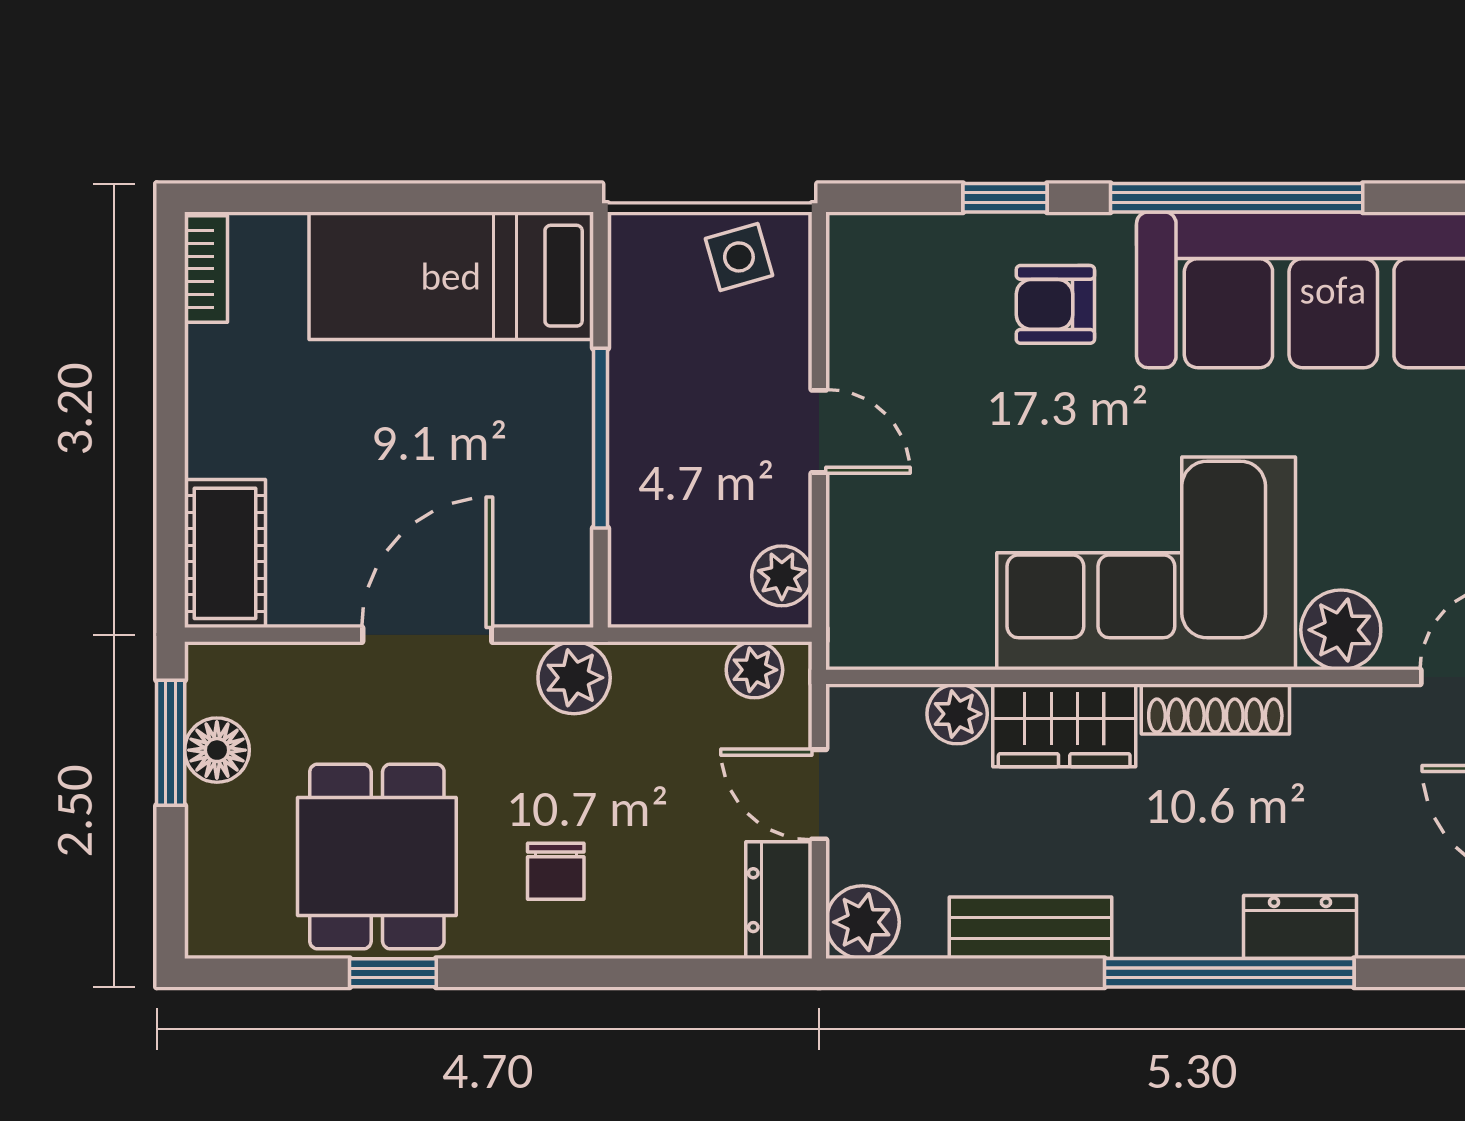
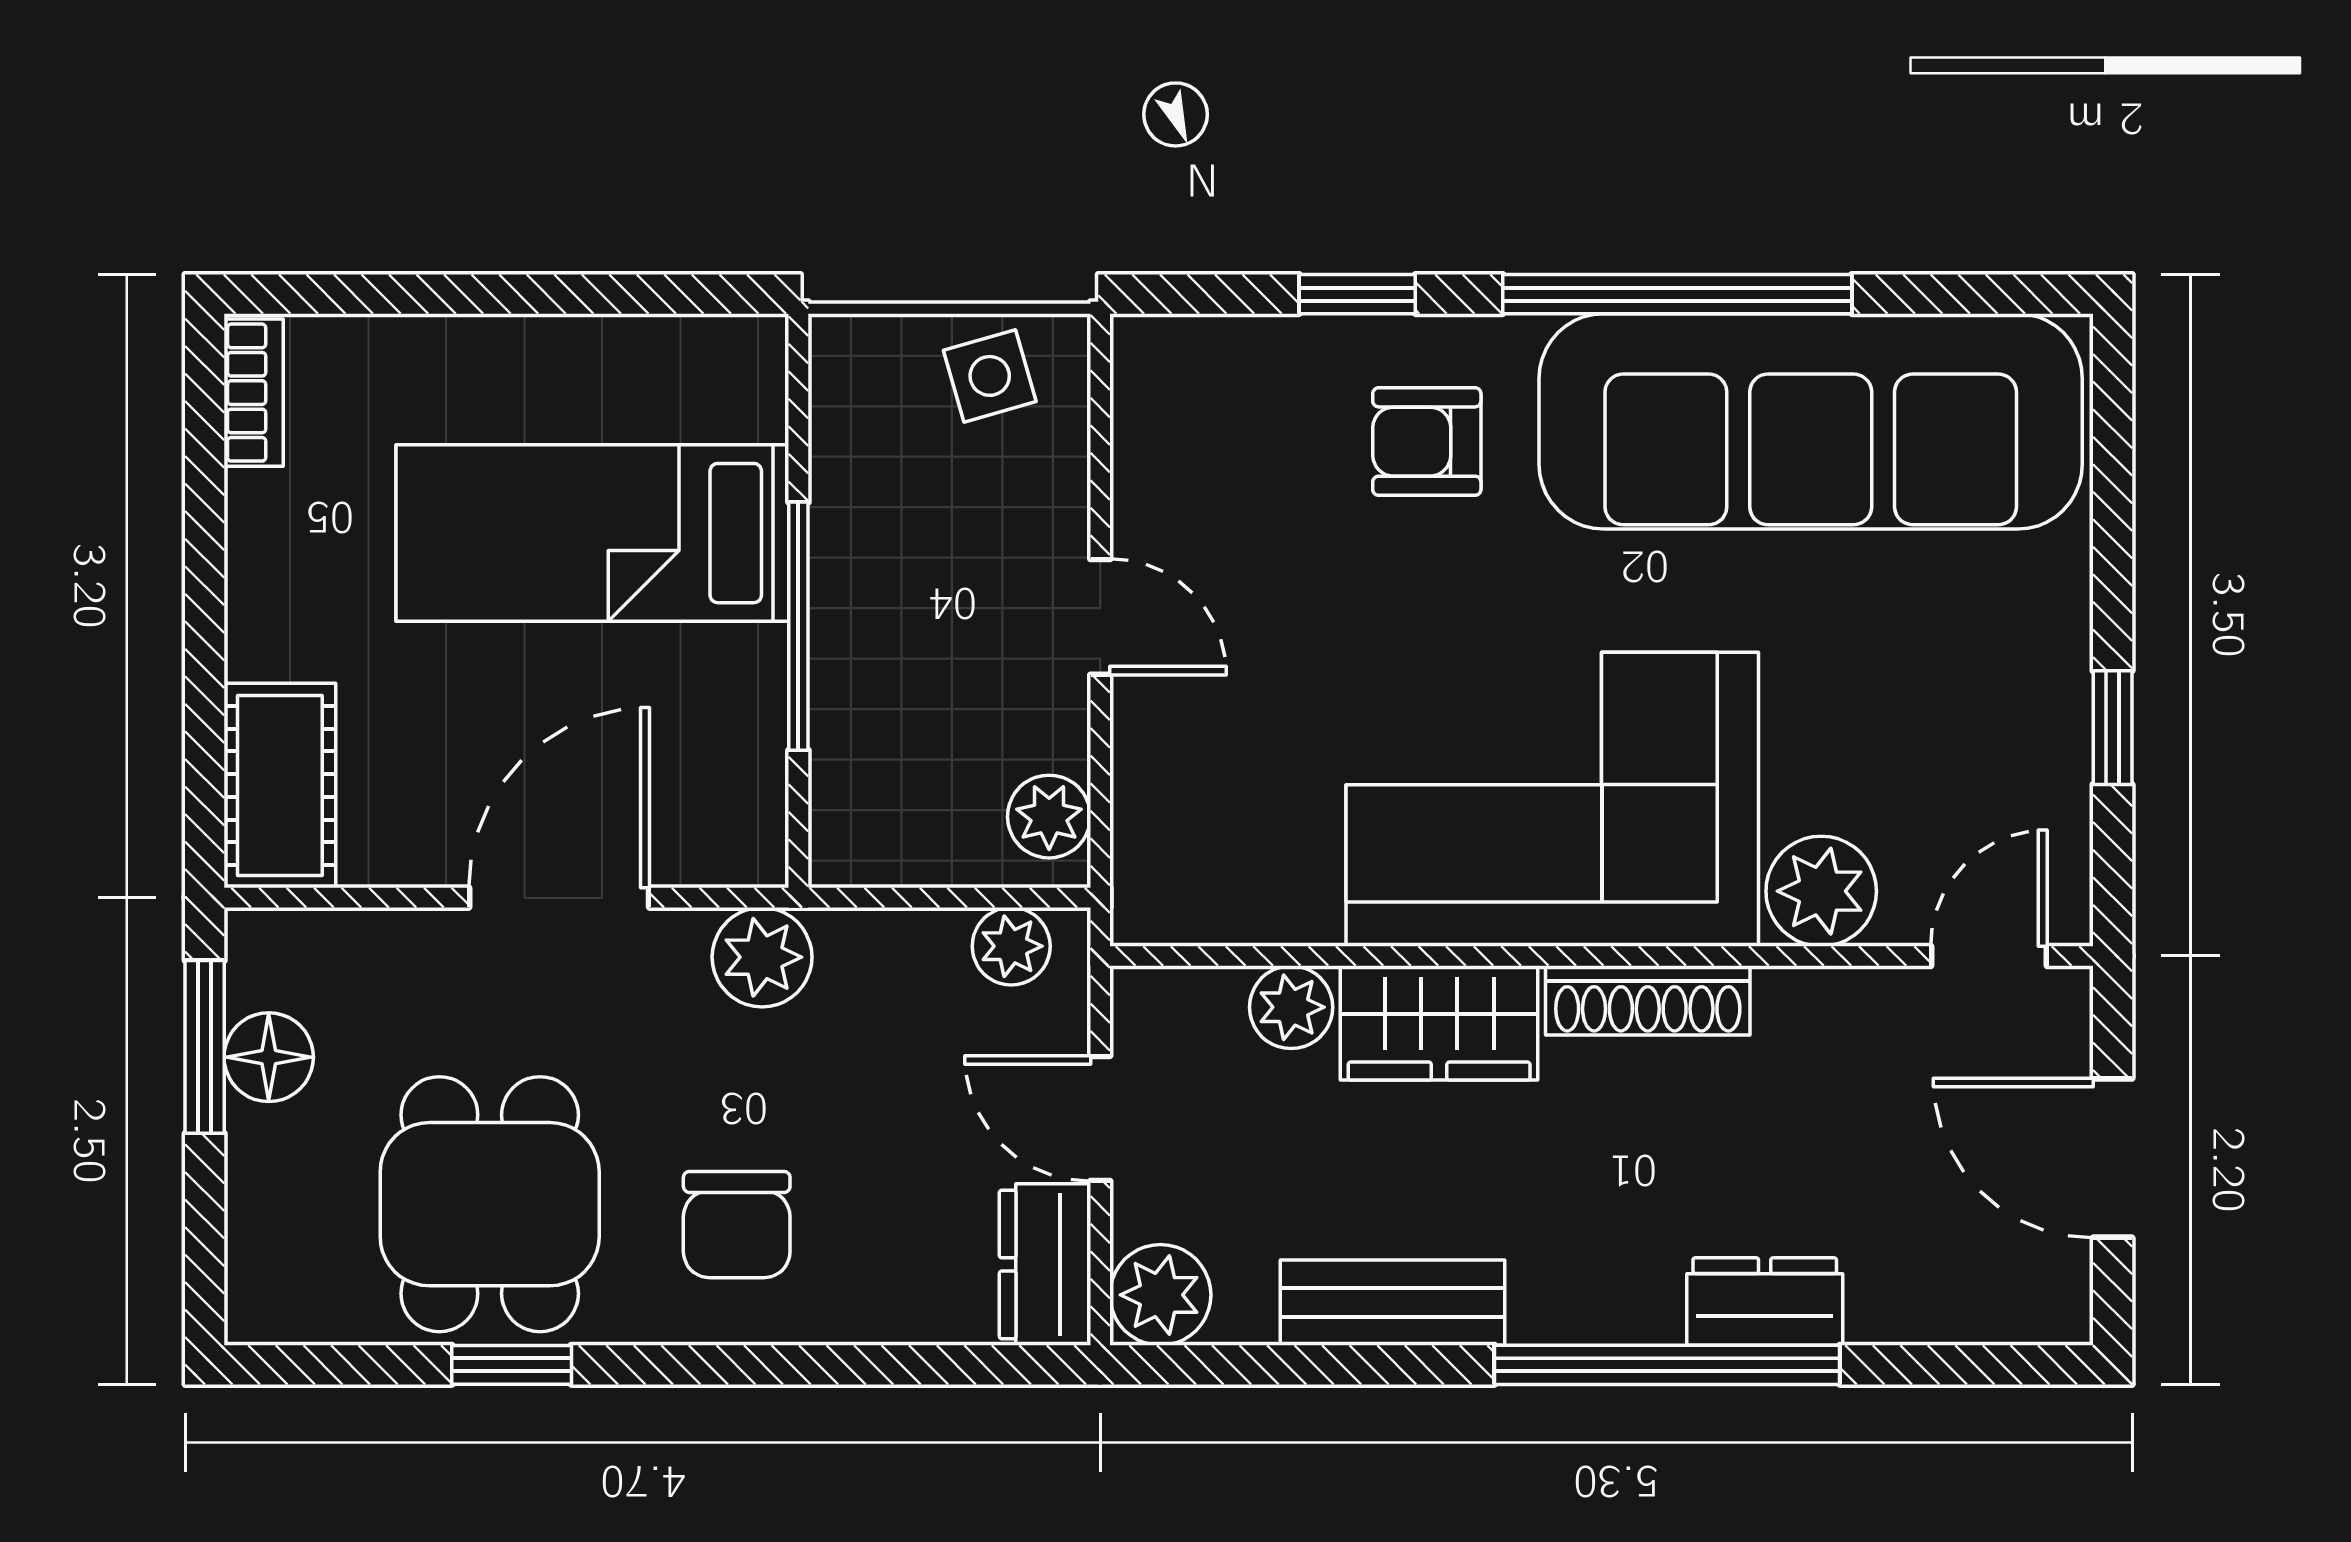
bed: (451, 276) -> (592, 533), moved
chair: (556, 871) -> (737, 1225), width x1.37, depth x1.37

